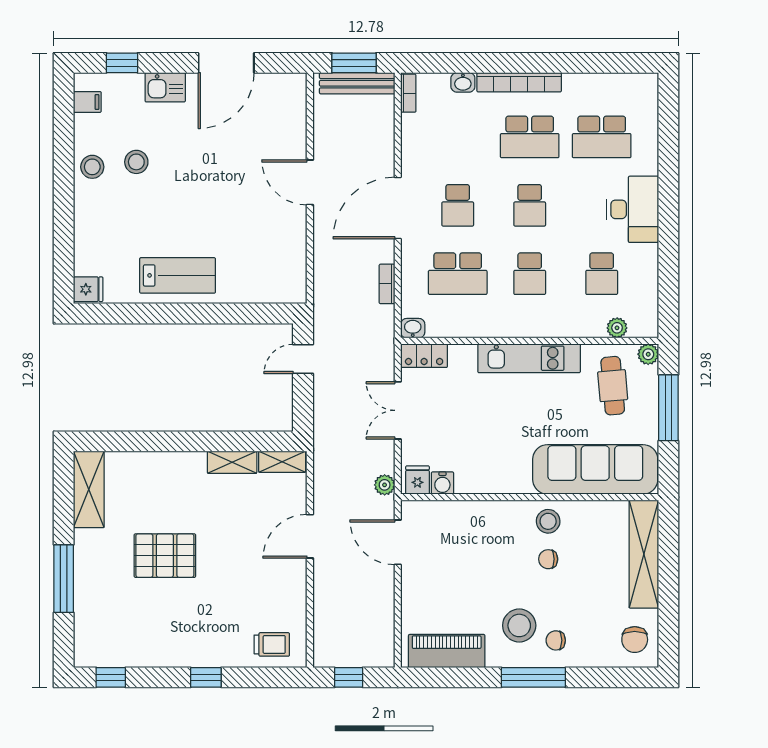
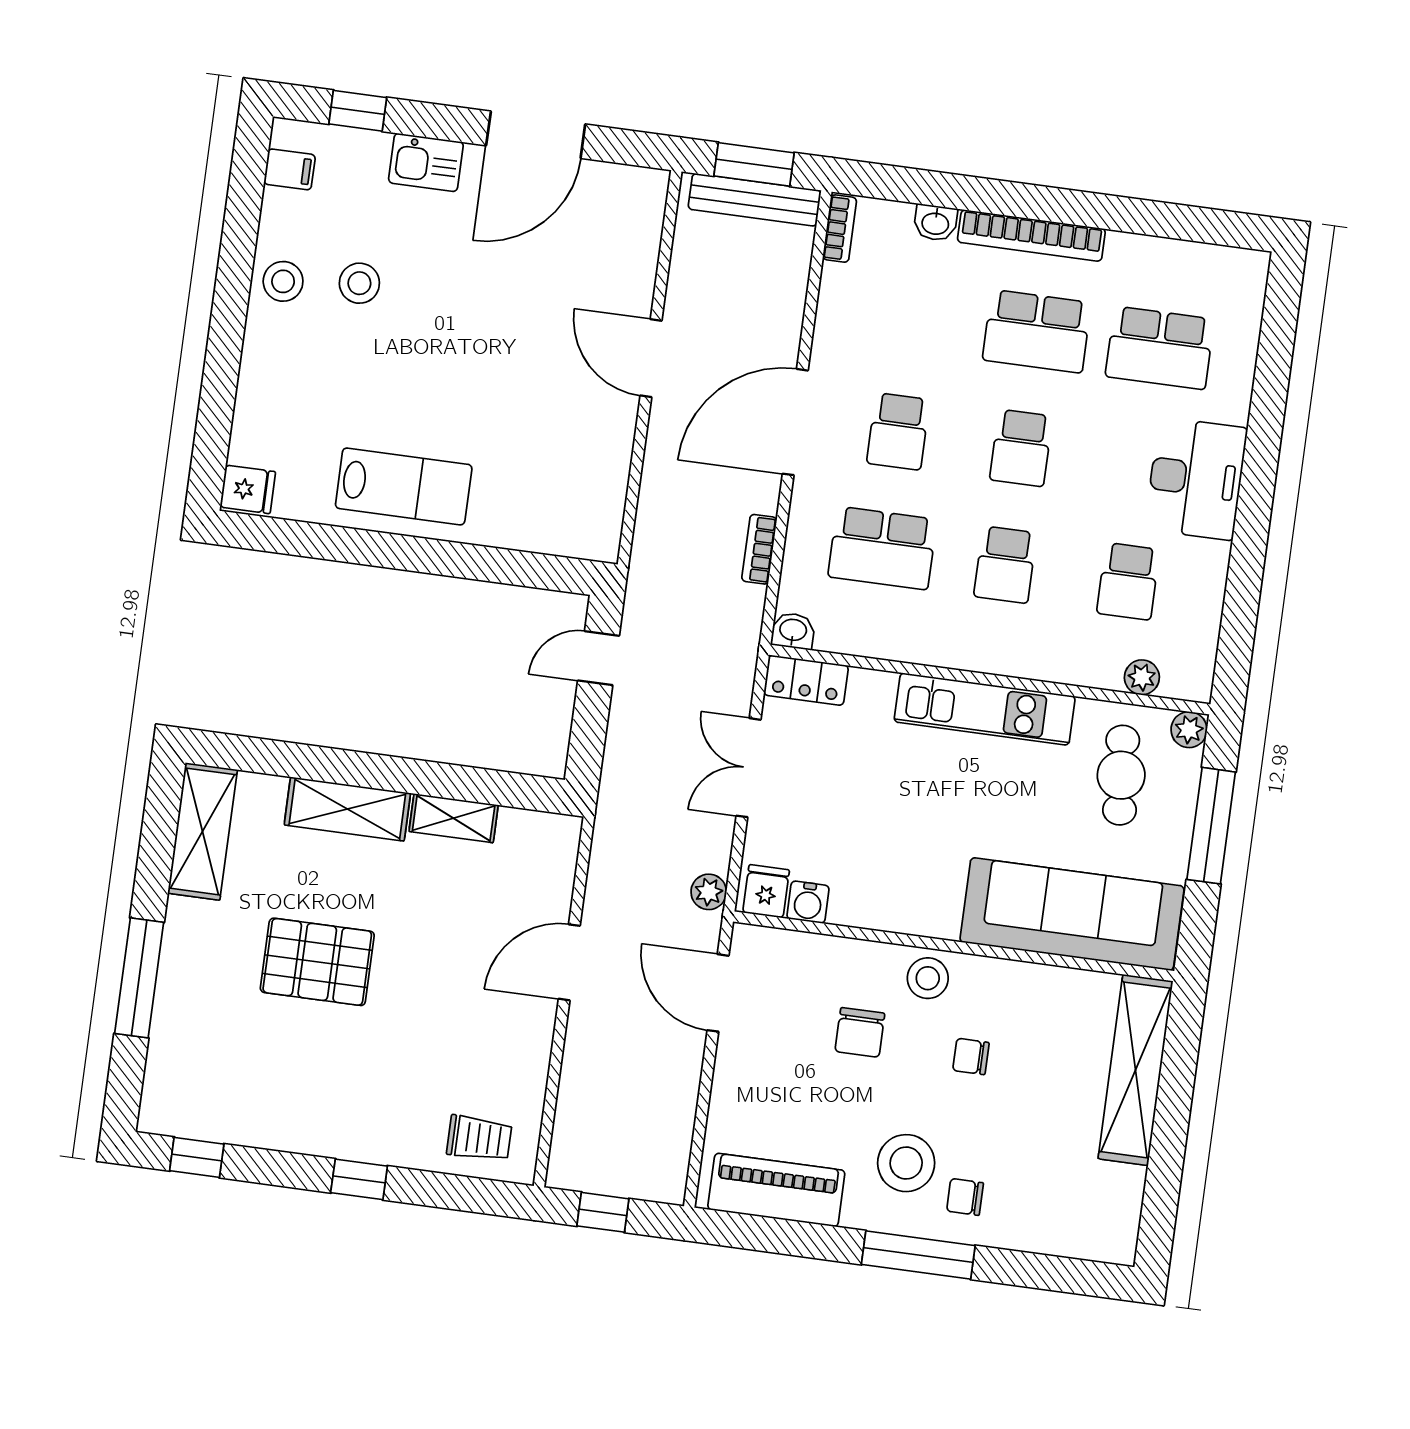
shelving: (282, 462) -> (347, 809), moved, width x1.50, depth x1.33
stool: (548, 521) -> (928, 978), moved
chair: (635, 640) -> (860, 1032), moved

